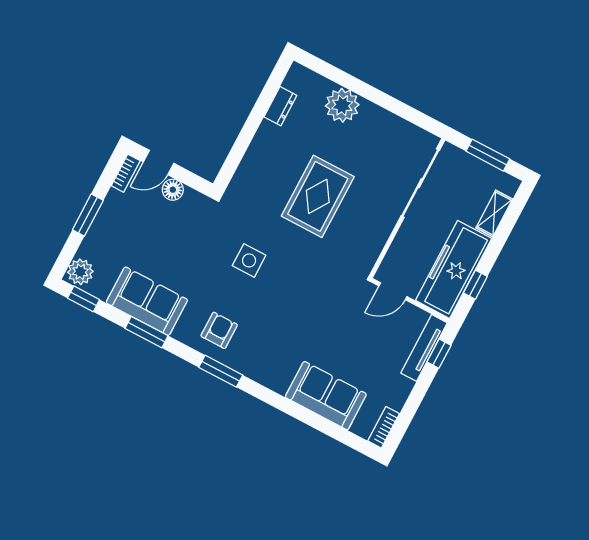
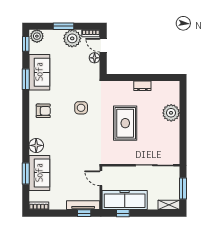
dresser: (280, 106) -> (142, 86), moved
rug: (318, 196) -> (125, 123), turned 90
plant: (118, 211) -> (72, 38), added
shelving: (494, 213) -> (169, 205), moved
window: (221, 371) -> (26, 173), moved
floor lamp: (274, 375) -> (36, 145), added

